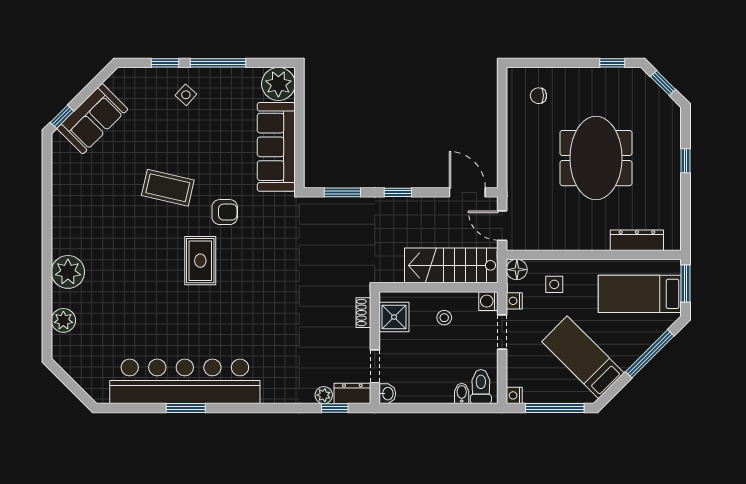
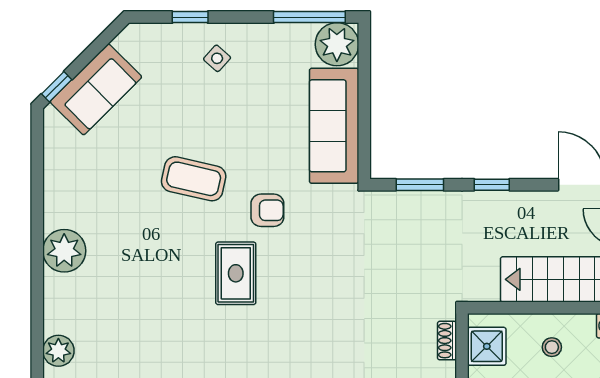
window: (218, 63) -> (309, 17), moved
plant: (68, 272) -> (64, 251), moved

